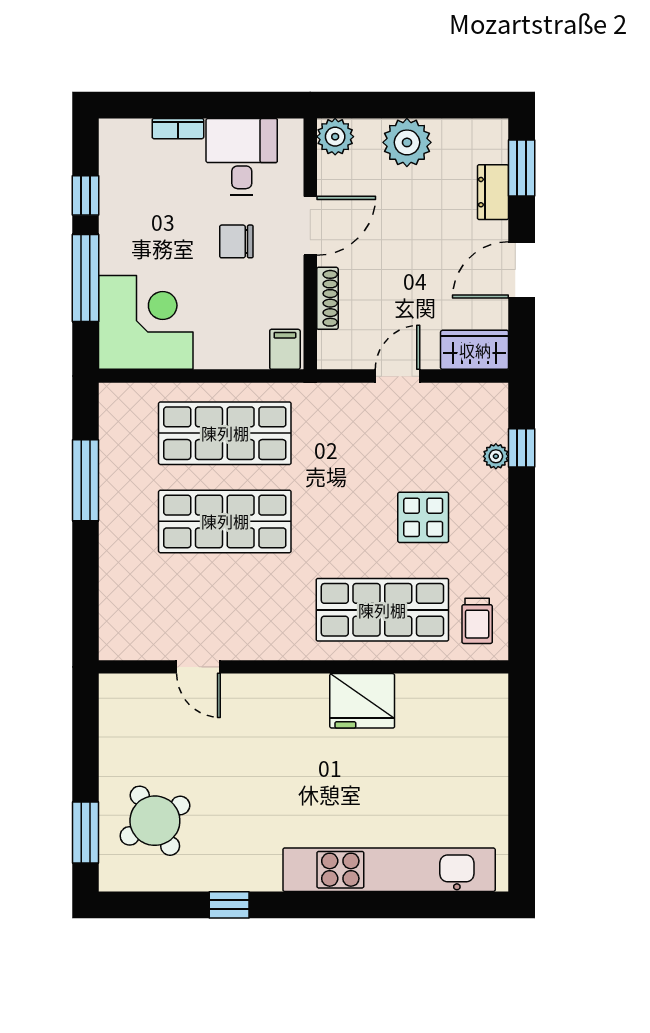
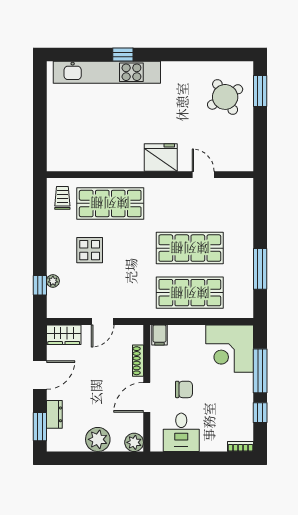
bookcase: (178, 129) -> (241, 446), moved
fridge: (362, 701) -> (161, 158), moved
window: (229, 905) -> (123, 54), moved

